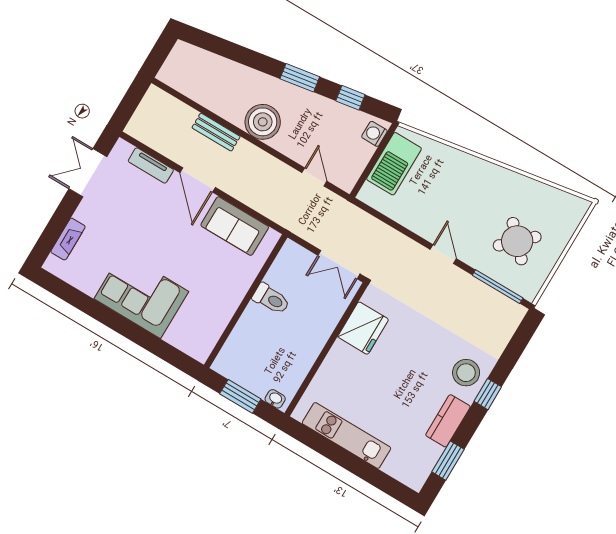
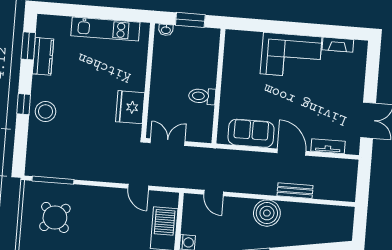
fireplace: (68, 239) -> (338, 45), moved, turned -90
door: (443, 254) -> (138, 187), moved
kitchen counter: (448, 421) -> (43, 56), moved

